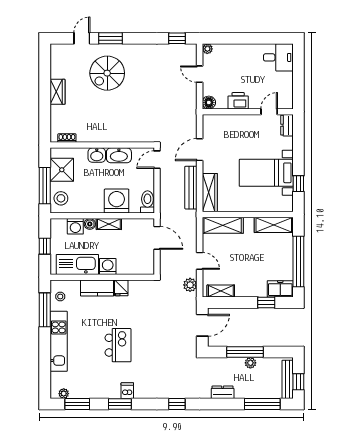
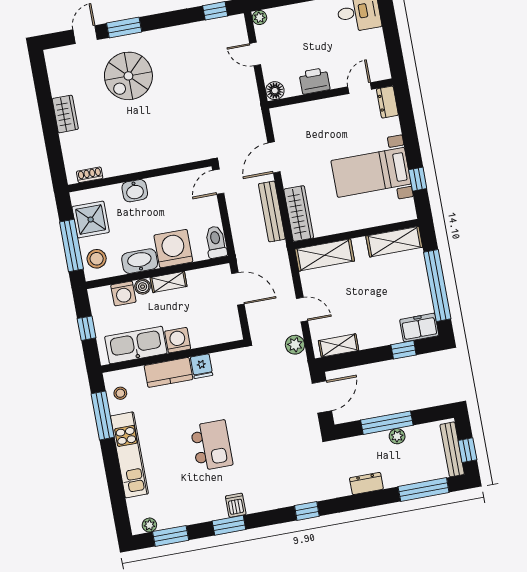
washbasin: (119, 155) -> (140, 261), moved, turned 180

